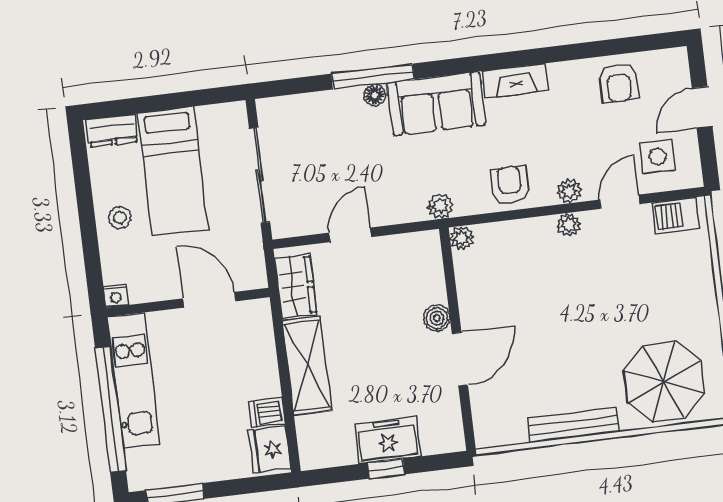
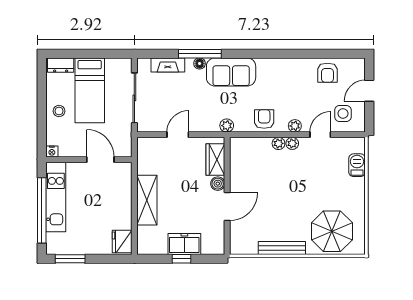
fireplace: (515, 81) -> (168, 65), moved
barbecue: (676, 215) -> (357, 165), moved, turned 90
plant: (462, 238) -> (278, 143), moved
wardrobe: (296, 286) -> (215, 159), moved, turned 180
dishwasher: (267, 412) -> (123, 222), removed

